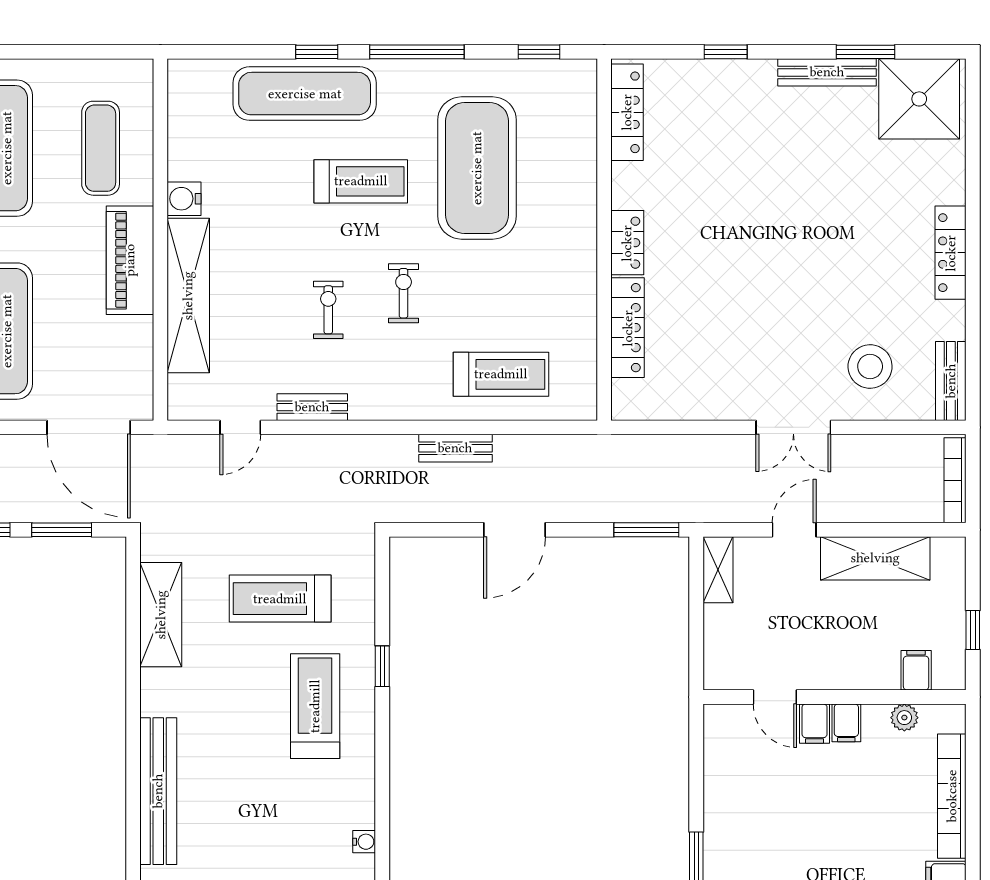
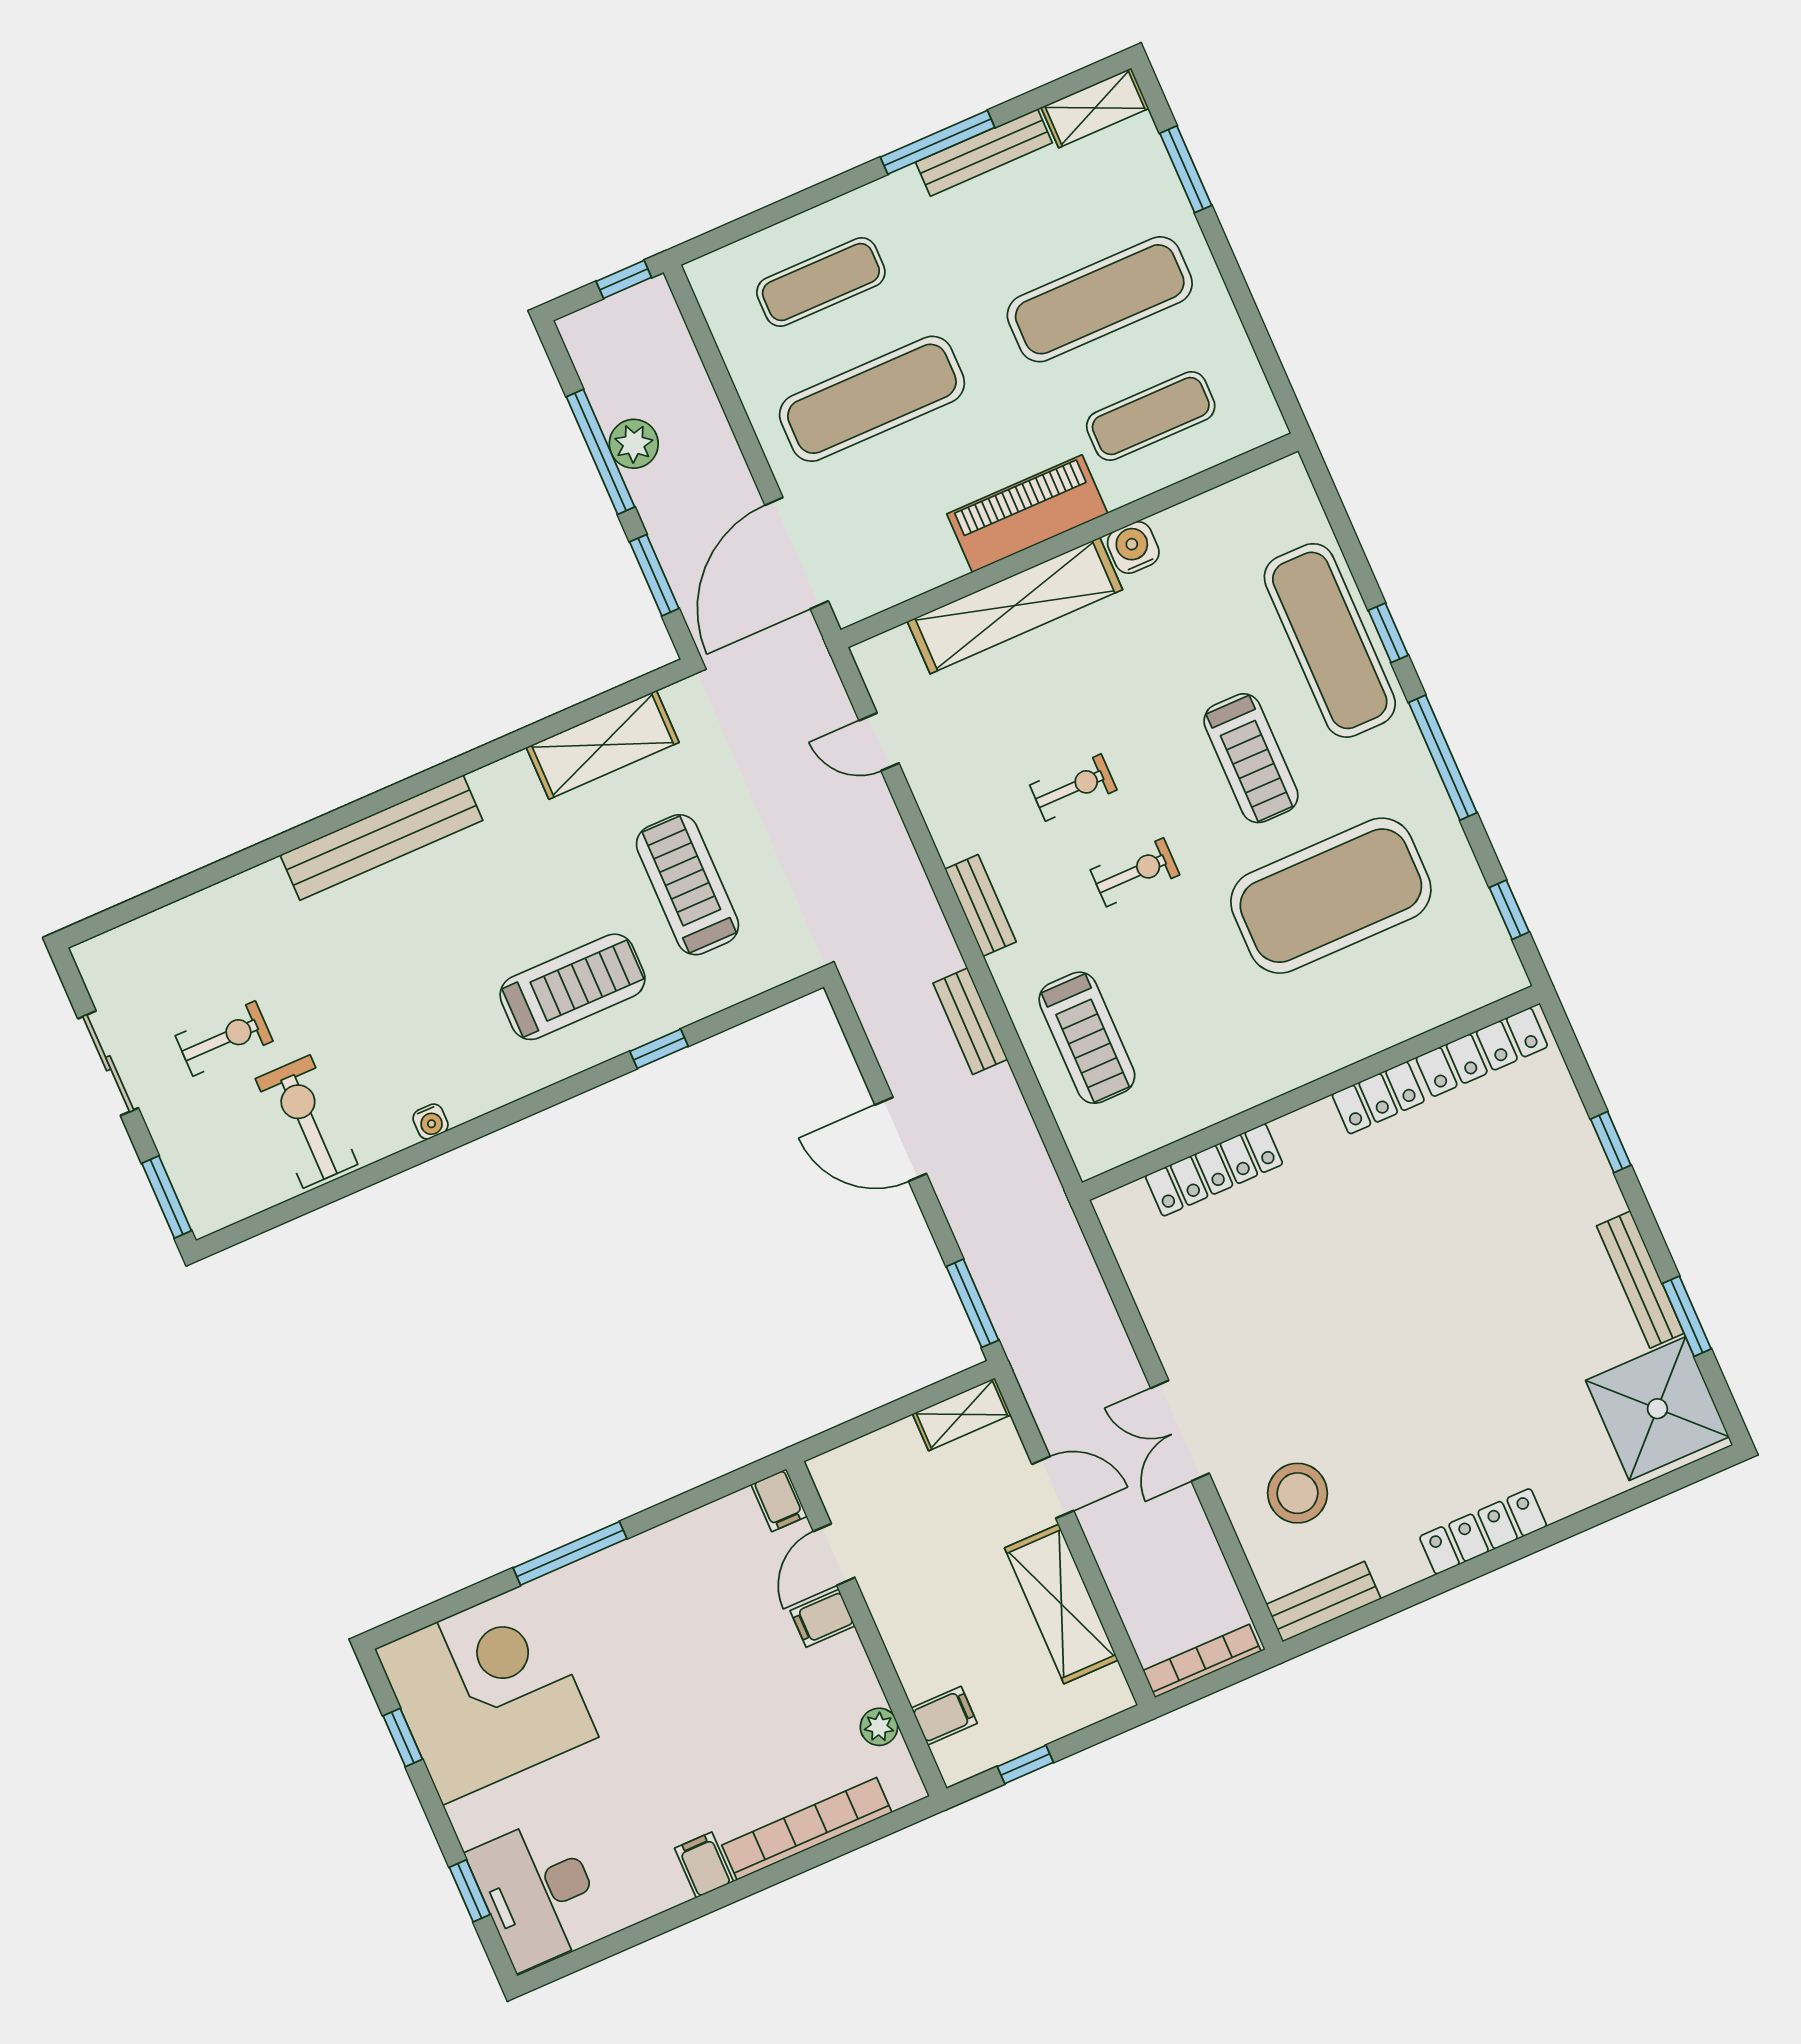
locker: (627, 243) -> (1378, 1098), moved
bench: (312, 407) -> (981, 905), moved
filing cabinet: (846, 723) -> (779, 1500), moved, turned -90

